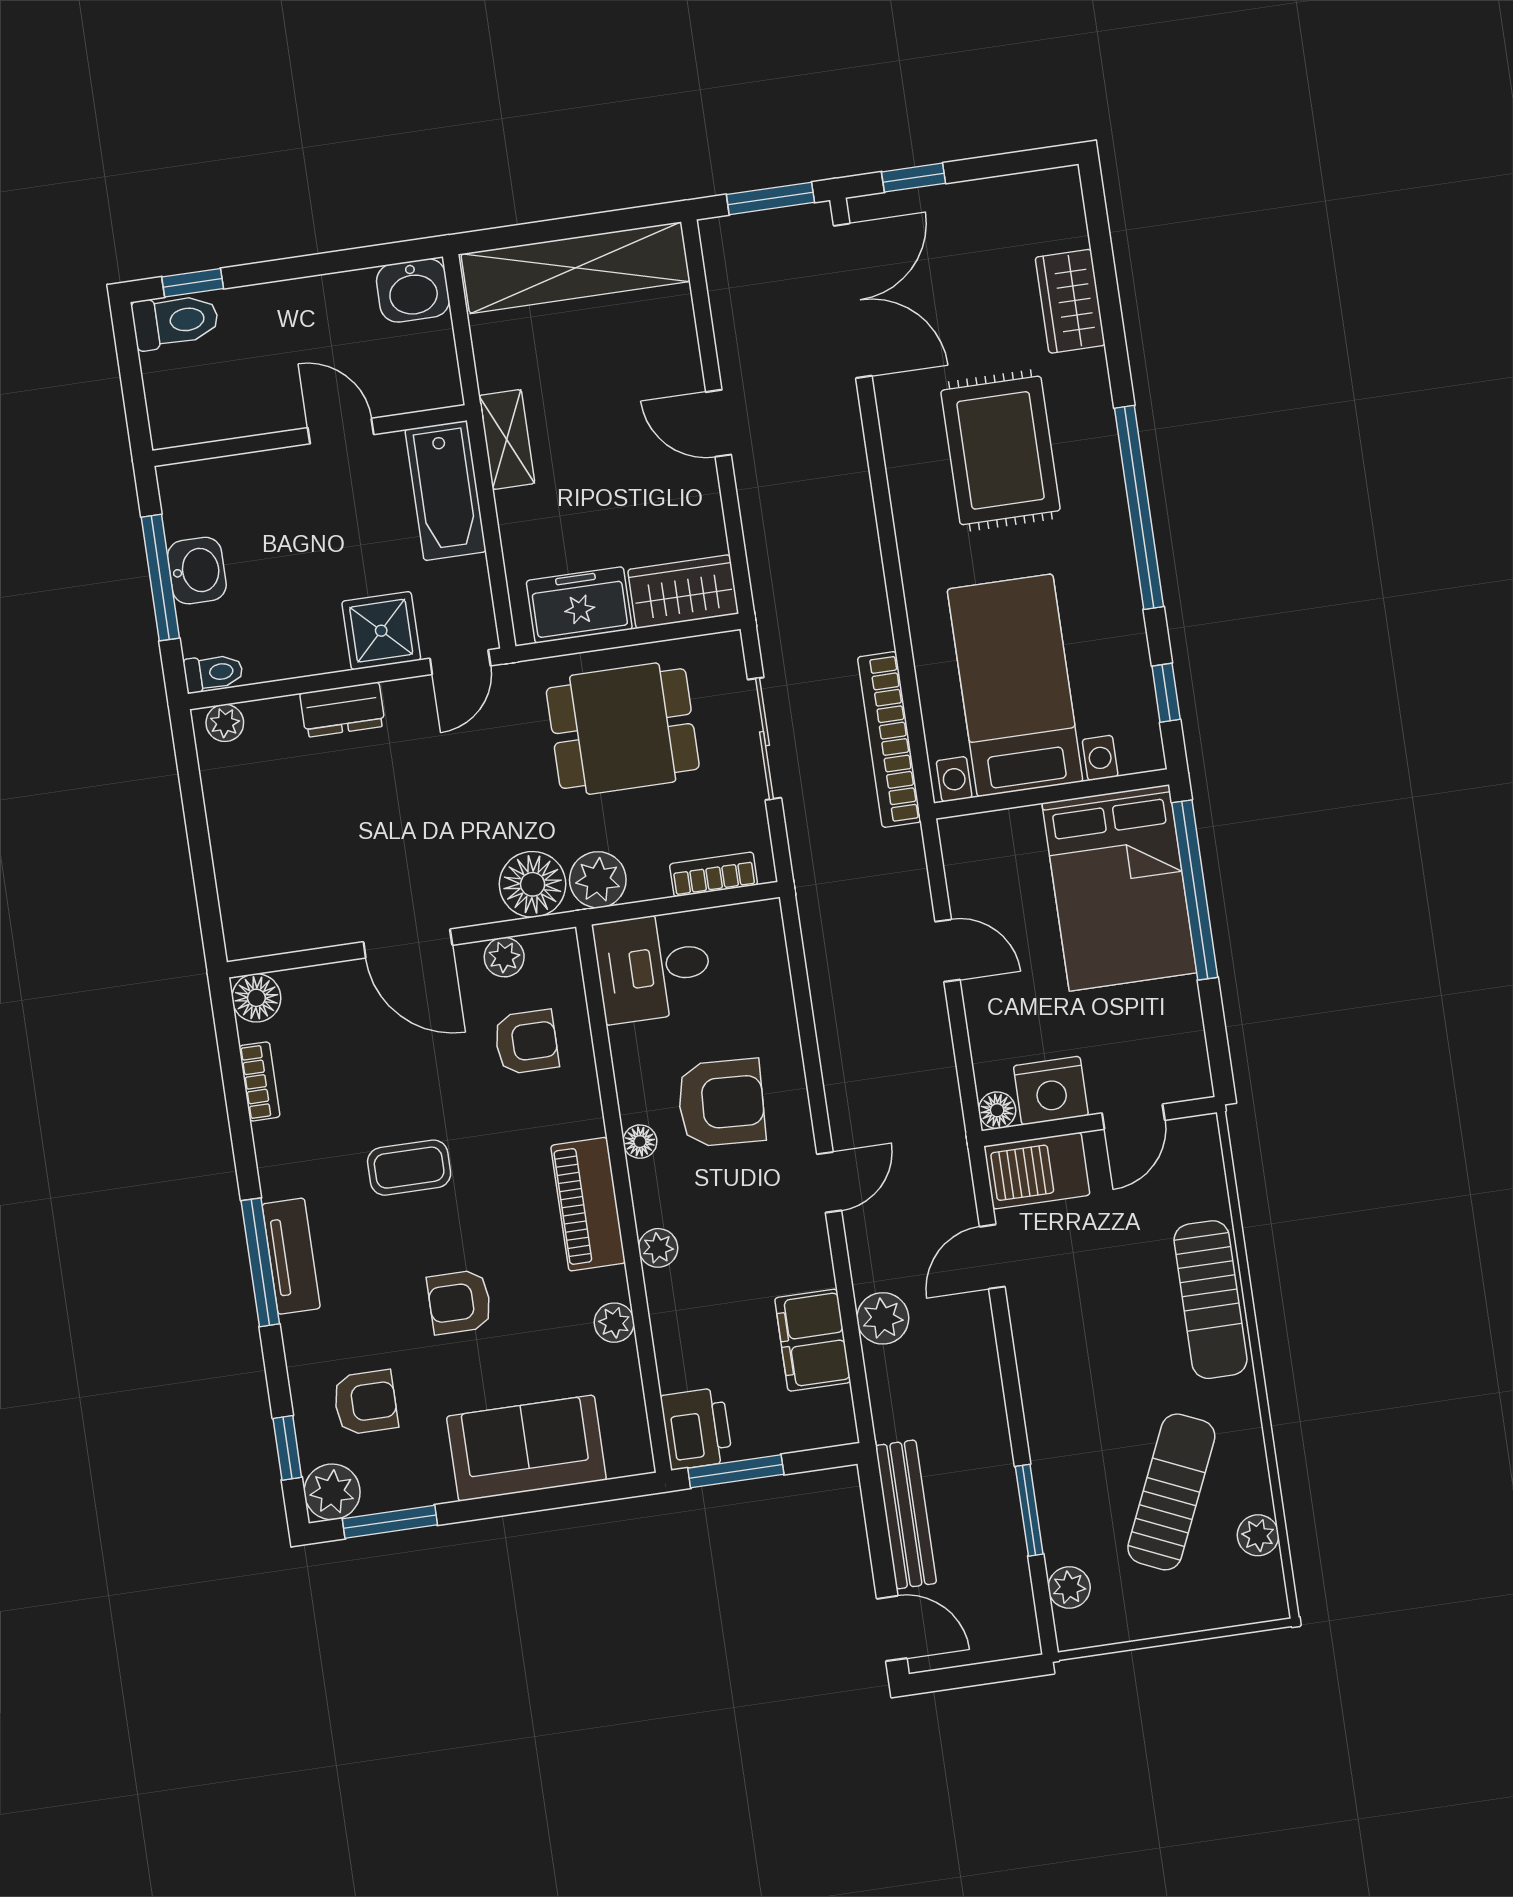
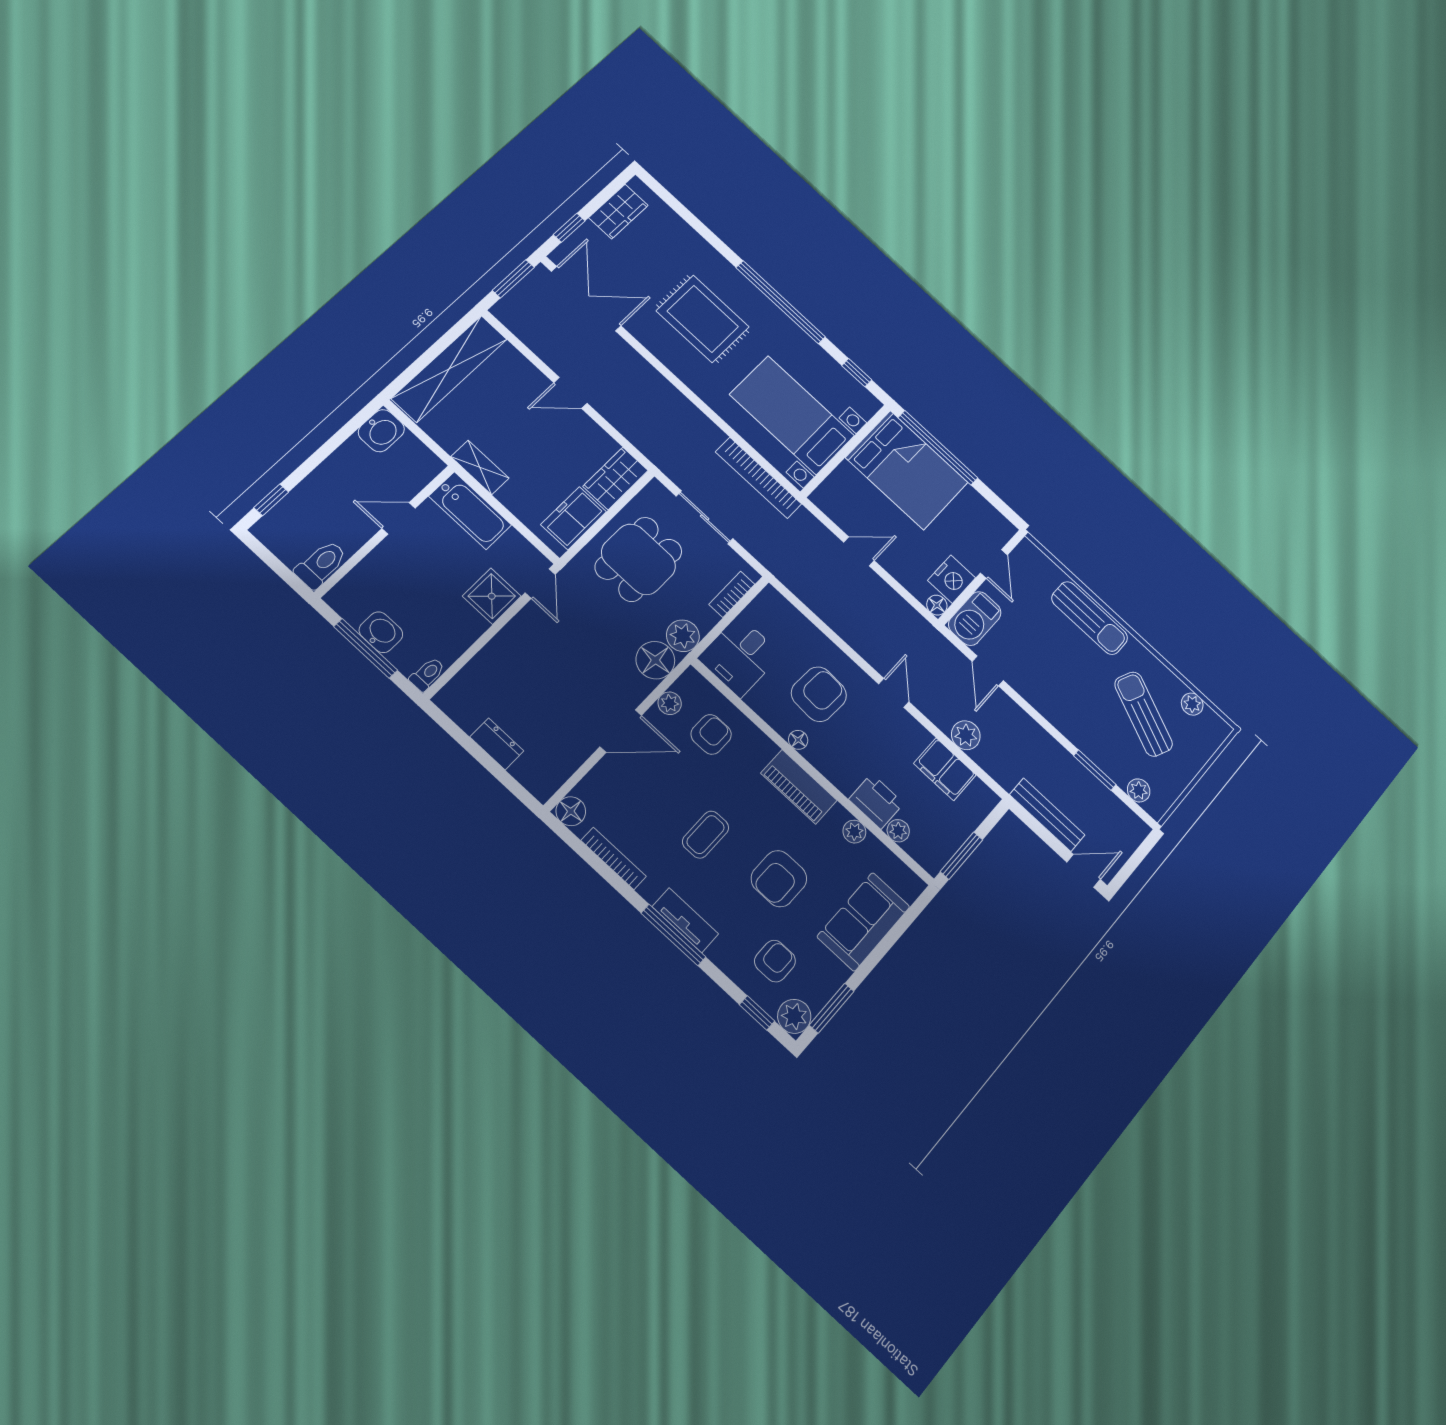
wardrobe: (1070, 301) -> (618, 212), moved, turned -90
toilet: (175, 321) -> (321, 564), moved
dresser: (342, 710) -> (497, 744), moved, turned -90
plant: (225, 723) -> (452, 694), removed
bookcase: (259, 1081) -> (614, 858), width x1.56
plant: (658, 1248) -> (898, 831), moved
armchair: (460, 1302) -> (779, 879), width x1.38, depth x1.38
printer: (697, 1429) -> (876, 801), moved

